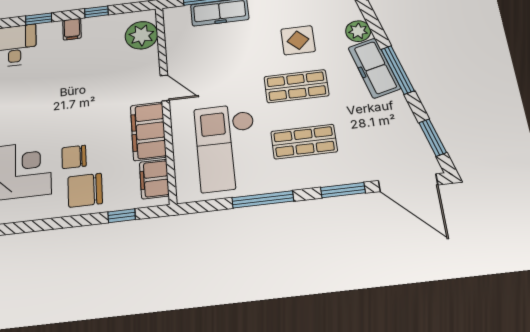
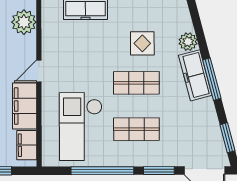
door: (165, 88) -> (39, 71), swing flipped
window: (263, 199) -> (102, 171), width x1.46

